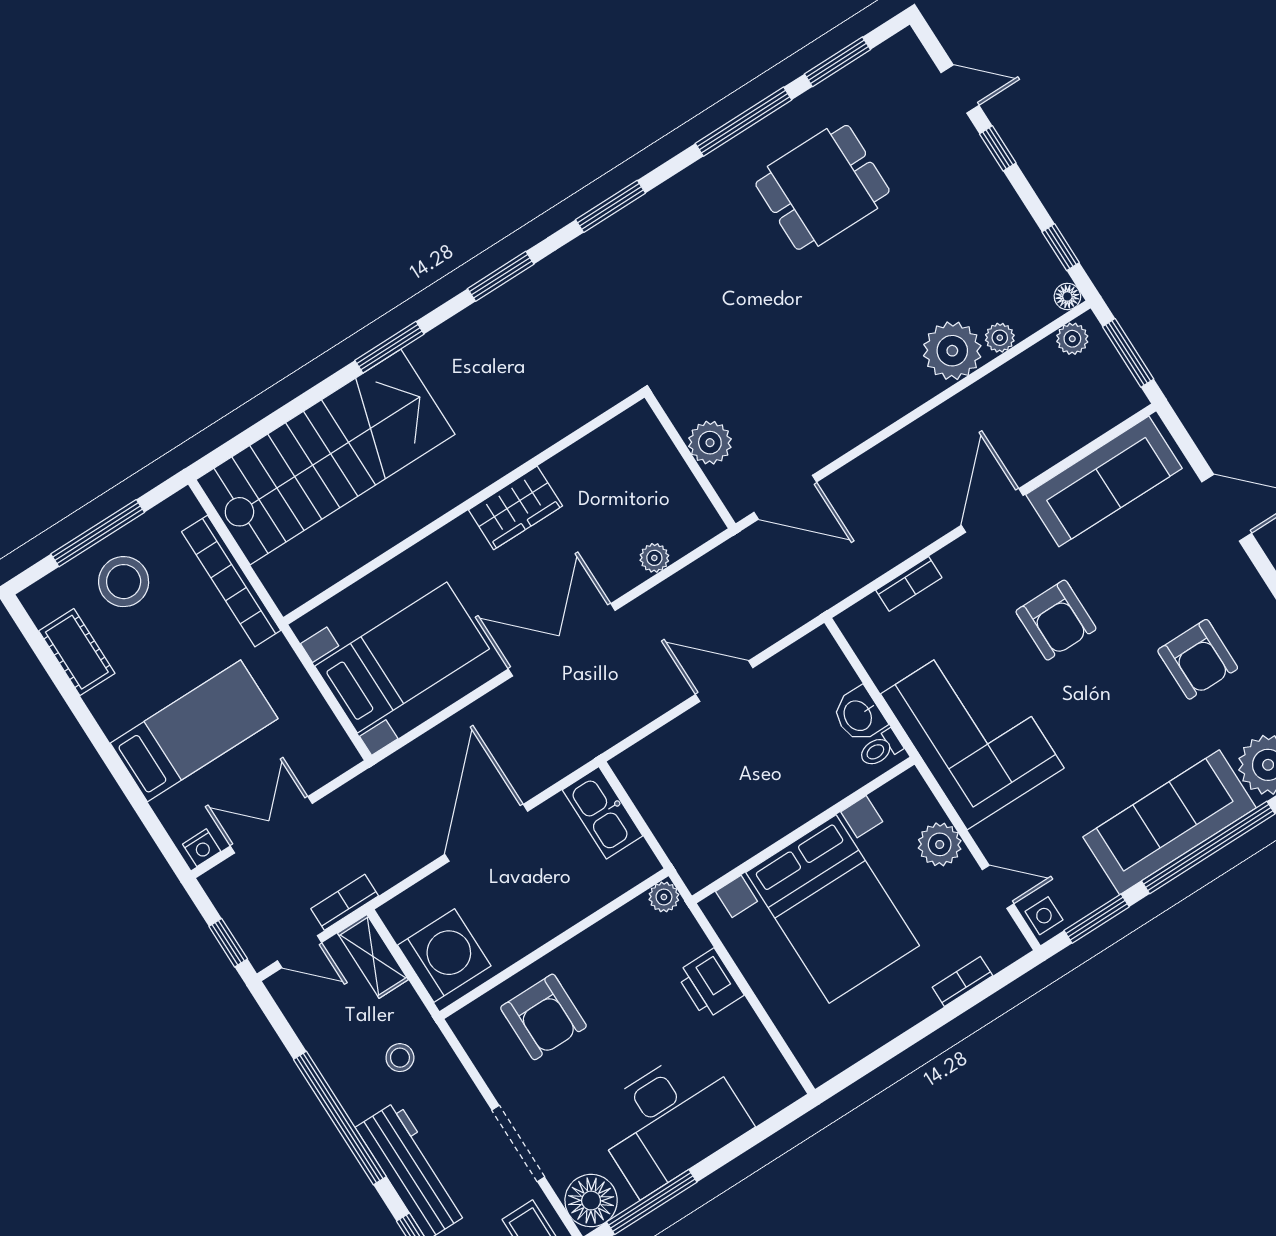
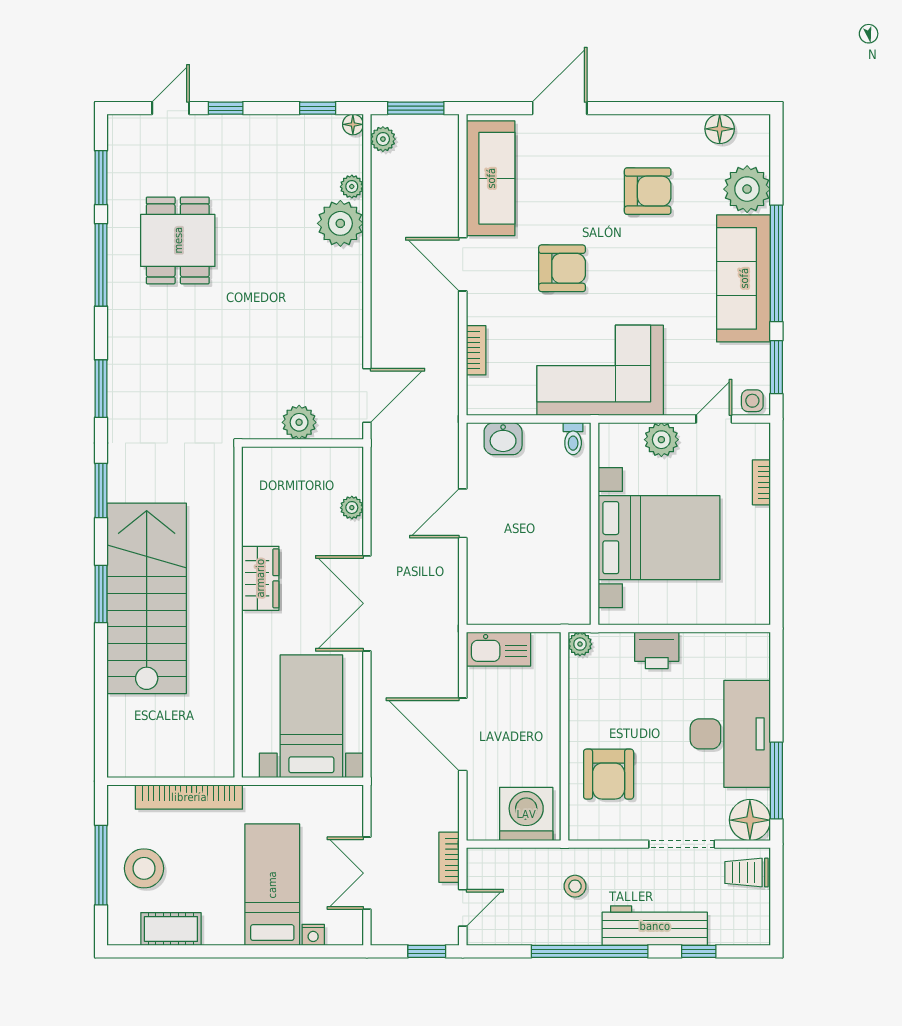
stairs: (325, 457) -> (147, 598), moved
washbasin: (859, 715) -> (503, 439), moved
nightstand: (202, 848) -> (313, 935), moved, turned 90
shelving: (373, 956) -> (497, 861), removed
armchair: (544, 1017) -> (609, 774), turned 90

